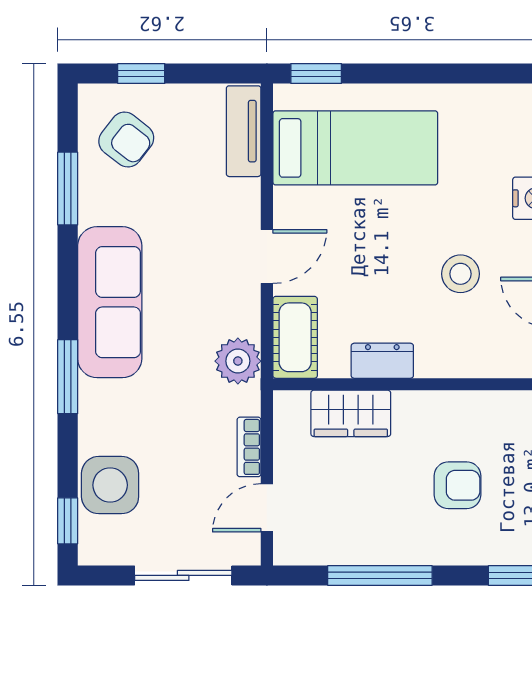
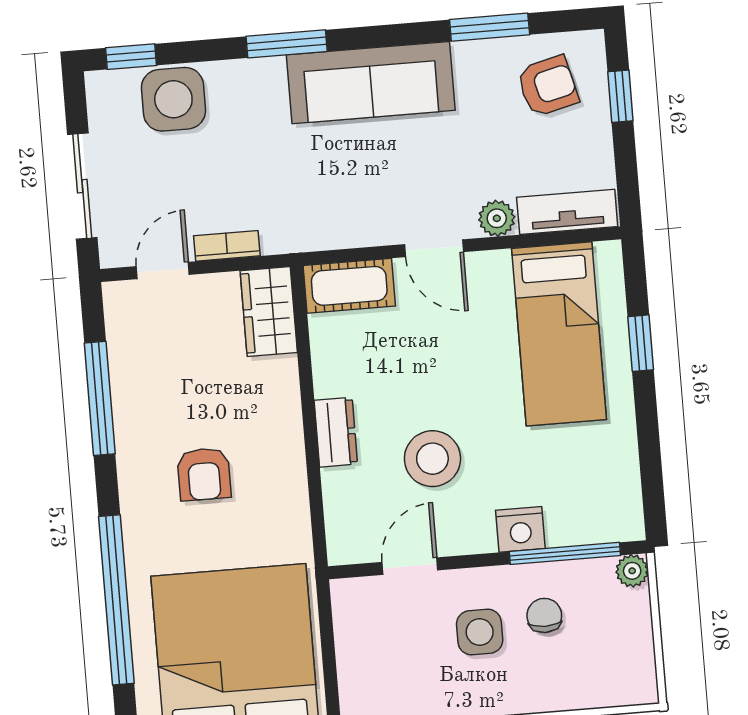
window: (316, 73) -> (641, 343), moved
armchair: (126, 140) -> (548, 86), turned -142
stool: (460, 274) -> (432, 459), width x1.38, depth x1.38
plant: (238, 361) -> (497, 218), moved, width x0.73, depth x0.73
dresser: (382, 361) -> (336, 432), moved
wardrobe: (351, 413) -> (269, 312), moved
door: (267, 508) -> (163, 270), hinge flipped

